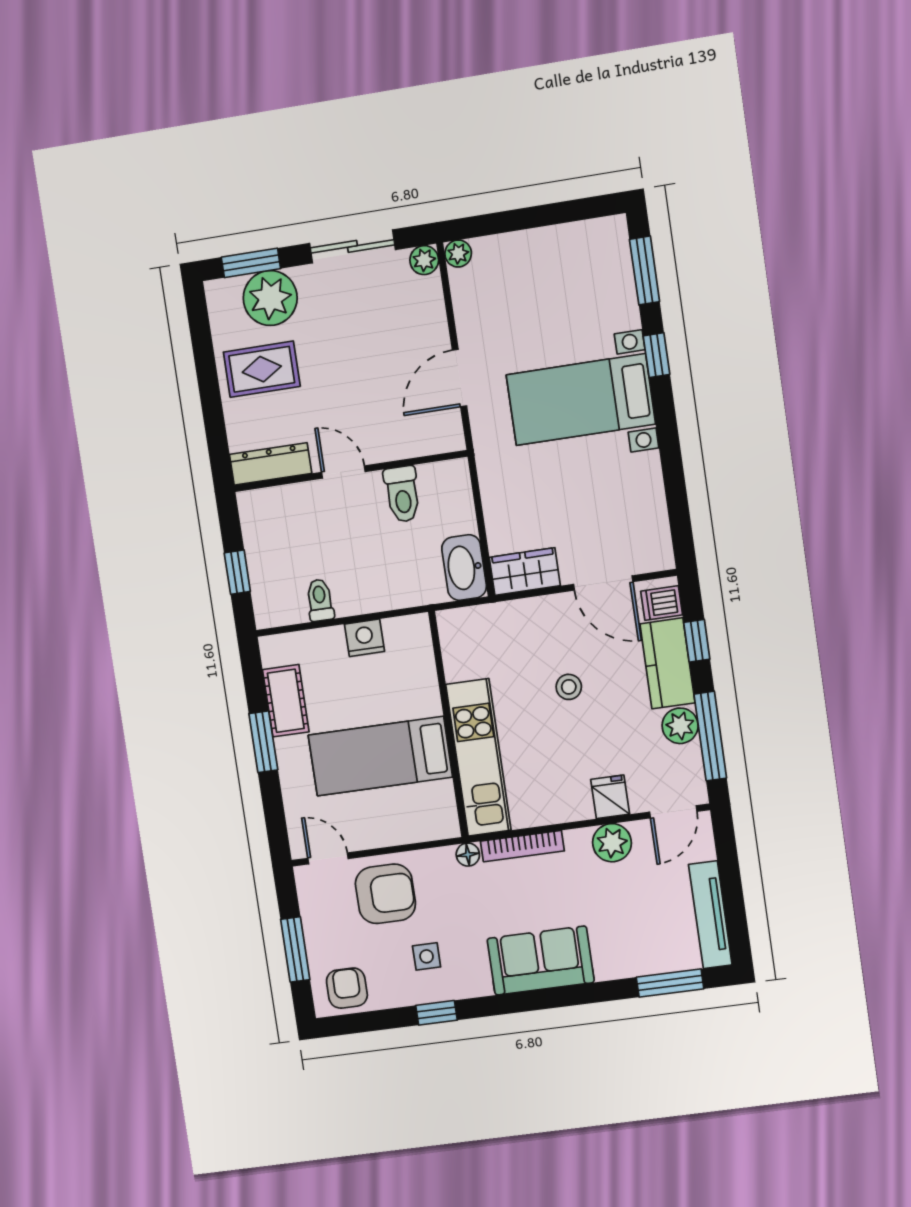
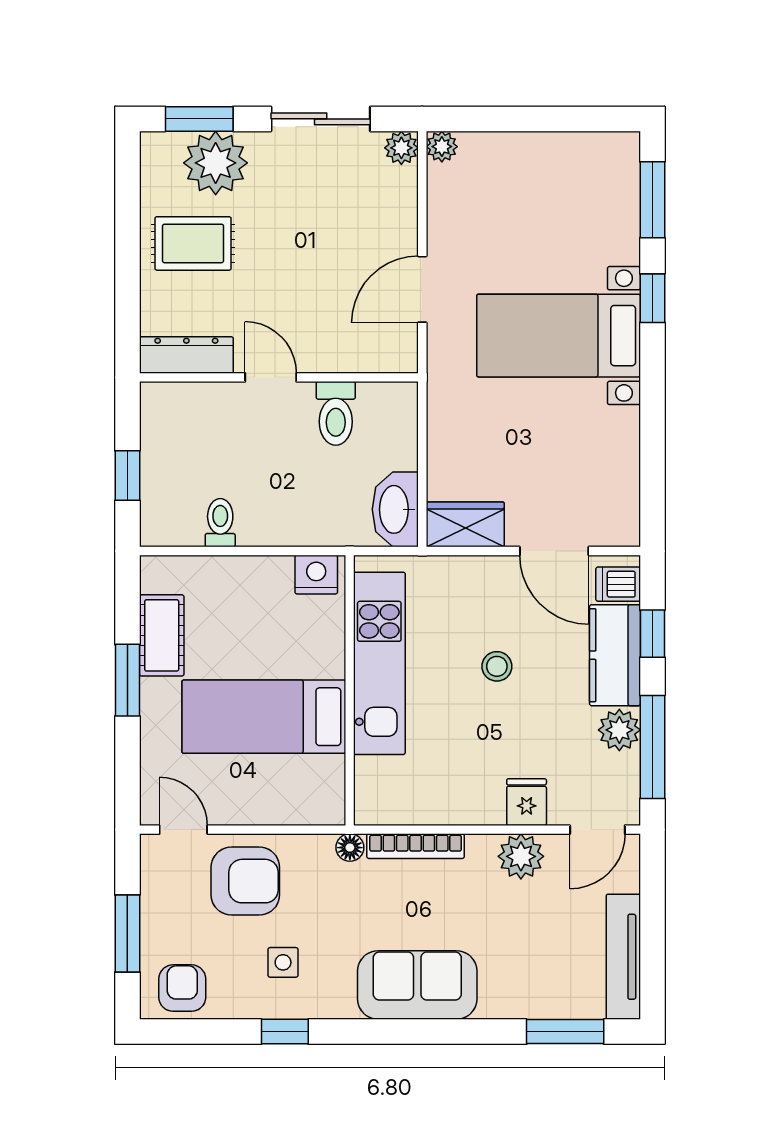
nightstand: (365, 638) -> (316, 575), moved
kitchen unit: (478, 757) -> (379, 663), moved

